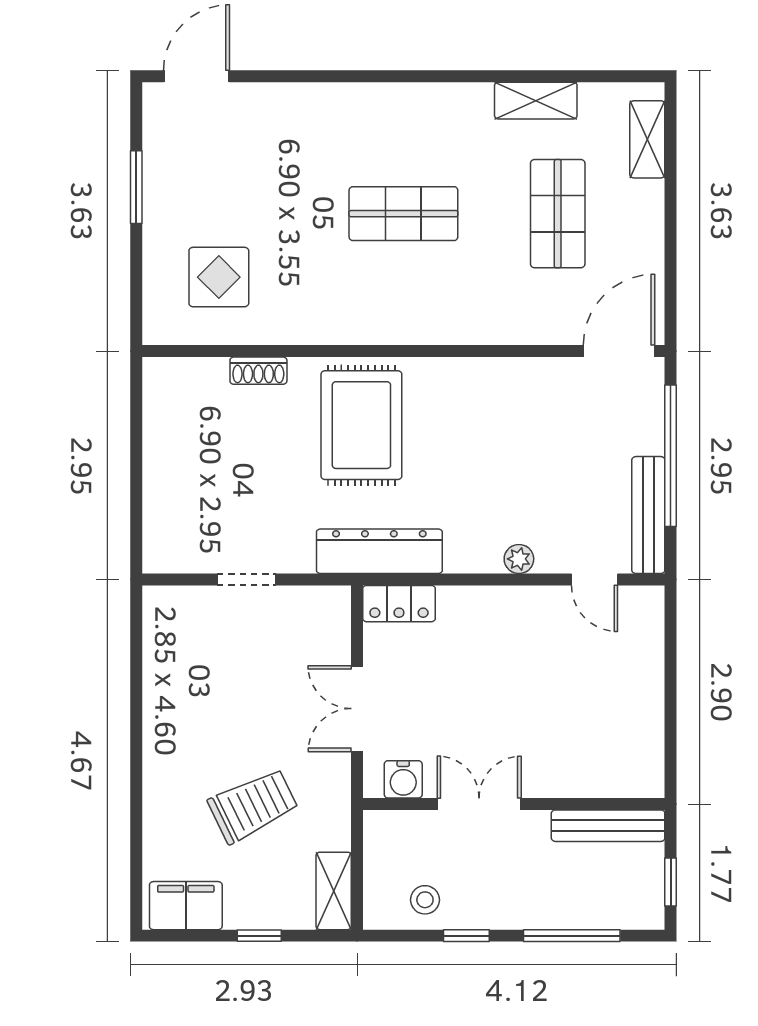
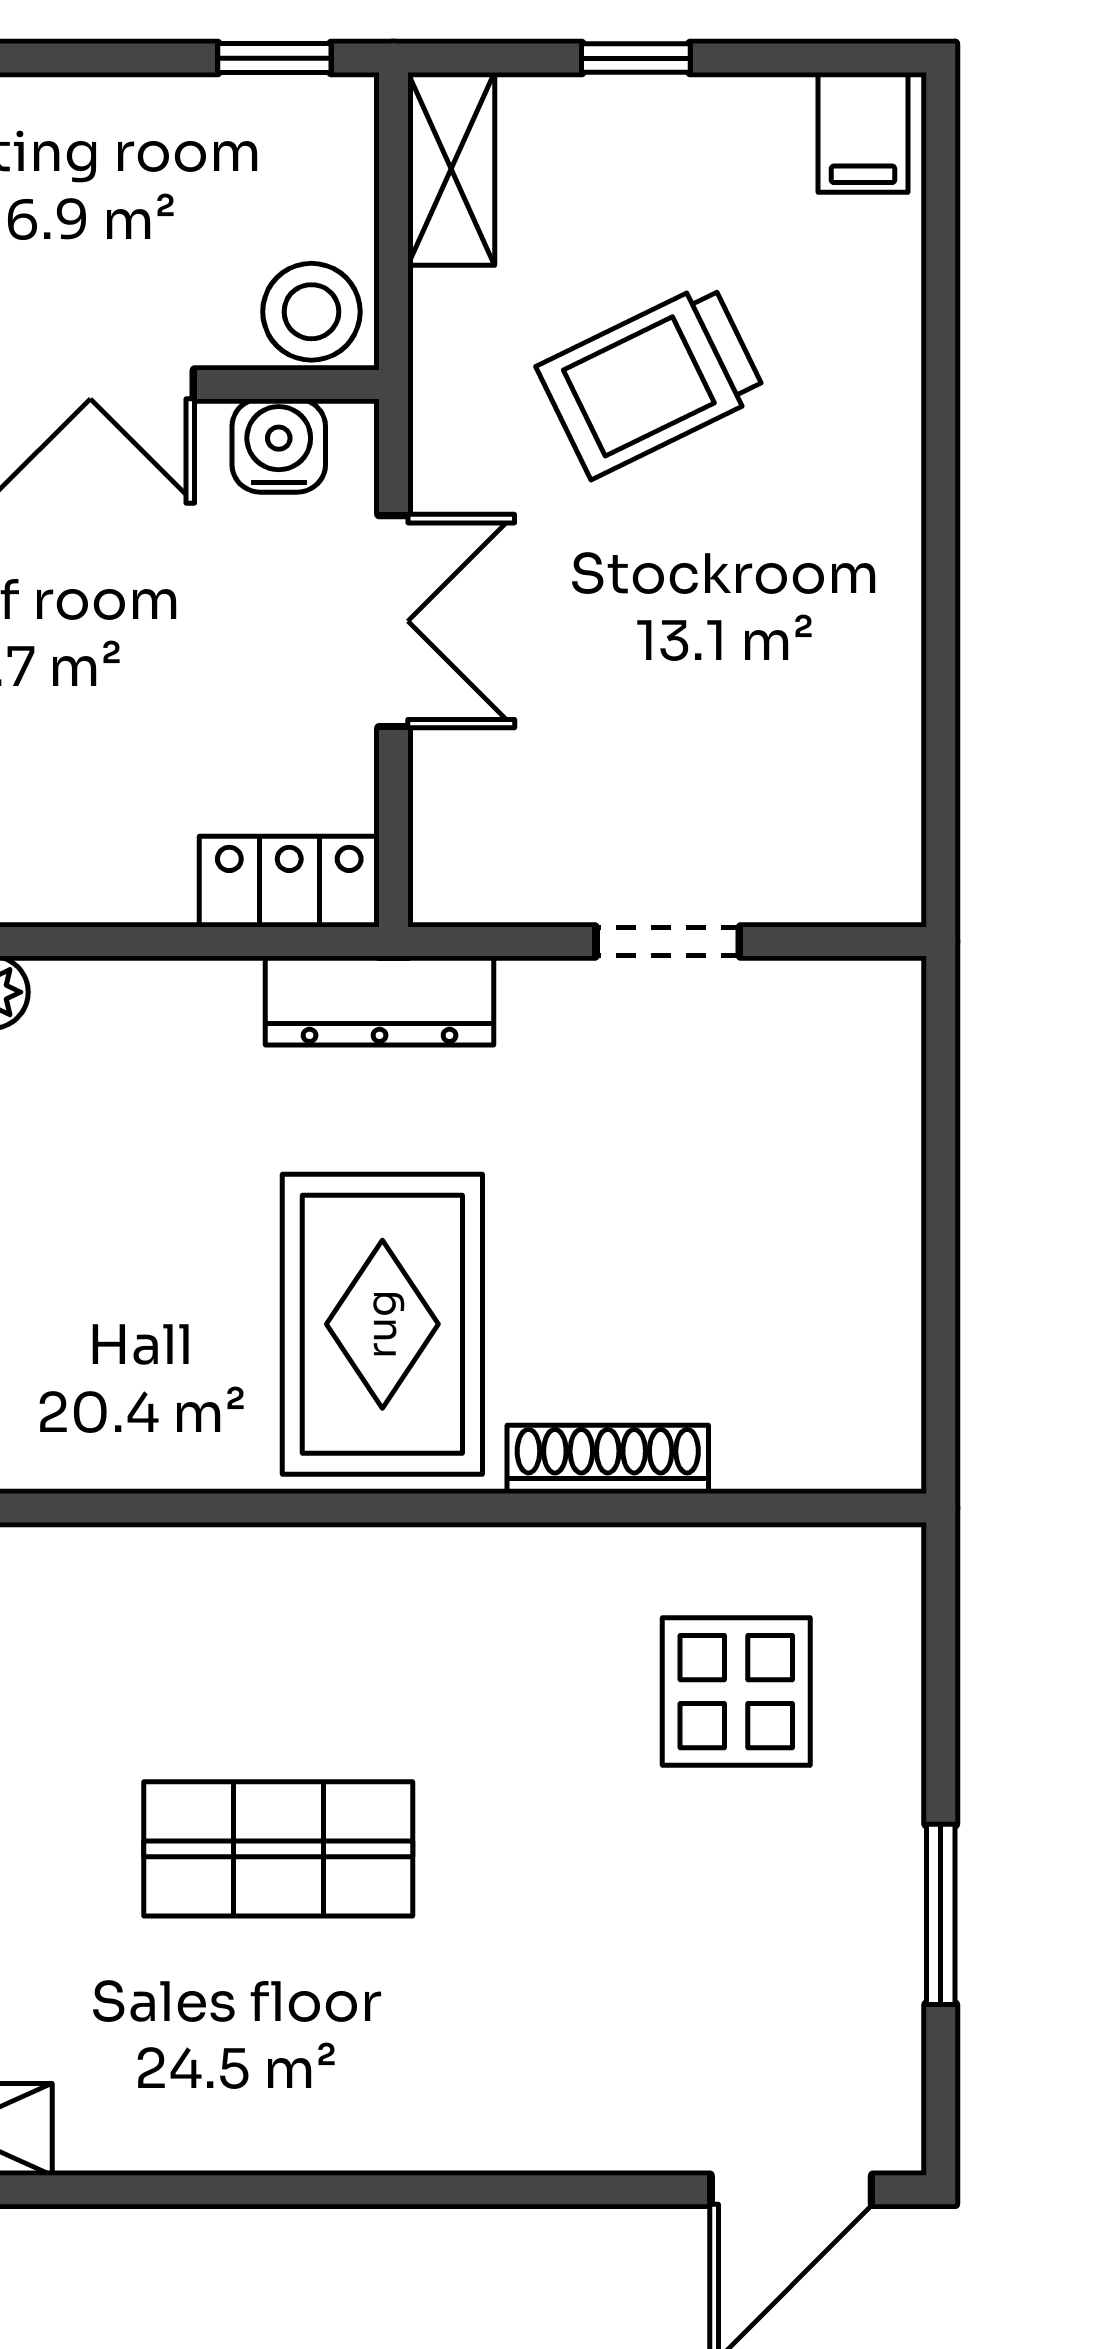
shoe rack: (258, 371) -> (608, 1459), width x1.43
dresser: (379, 551) -> (380, 1000), width x0.73, depth x0.80
stool: (425, 900) -> (311, 312), moved, width x1.37, depth x1.37
filing cabinet: (186, 906) -> (863, 132), width x0.50
window: (466, 936) -> (274, 58), moved

